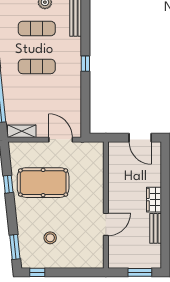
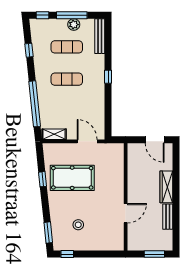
wardrobe: (154, 200) -> (166, 187), width x1.50

